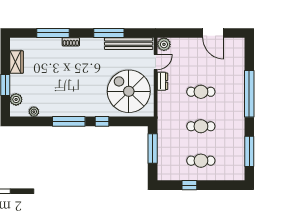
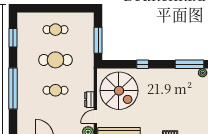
window: (69, 121) -> (190, 64), moved
cafe table: (201, 126) -> (55, 60), width x1.37, depth x1.35
window: (249, 151) -> (13, 38), width x0.69
window: (189, 185) -> (66, 8), removed

